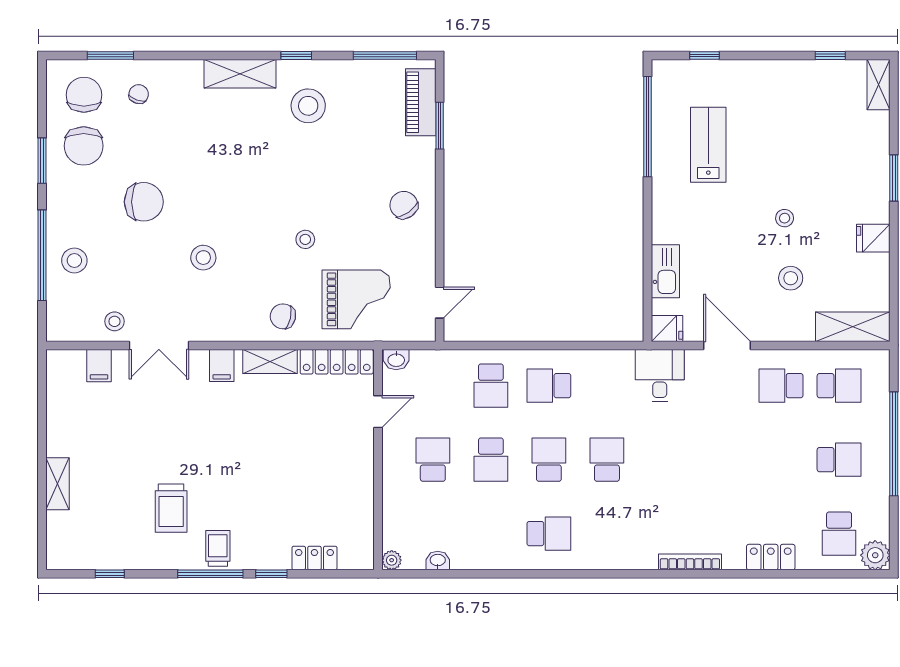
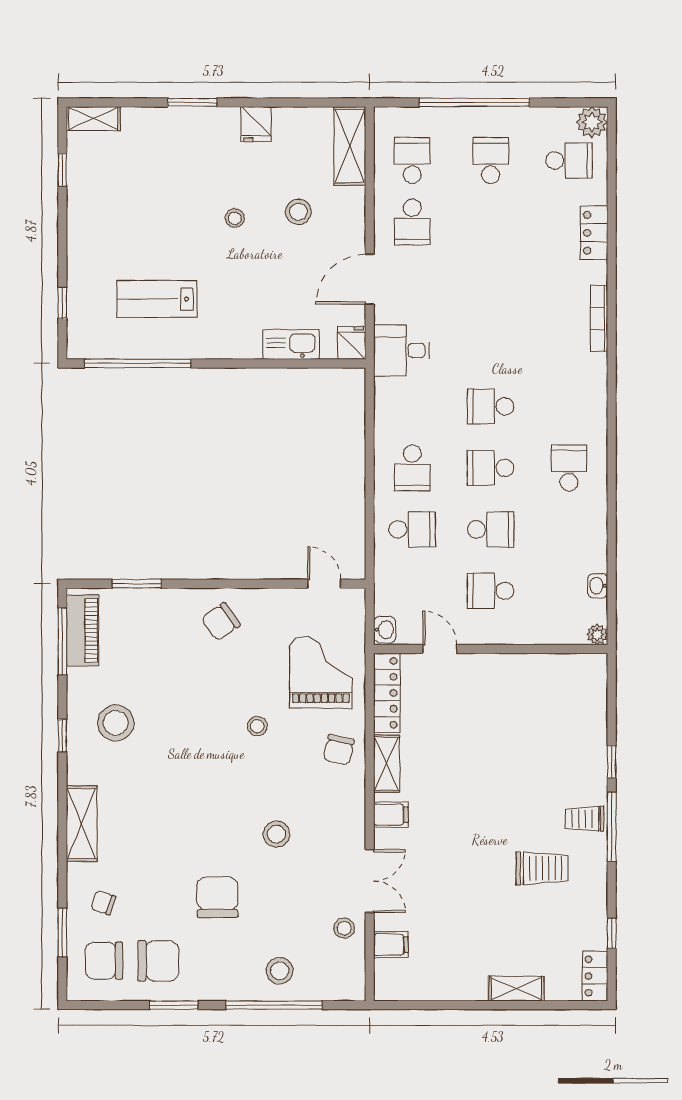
shelving: (240, 74) -> (82, 824), moved
piano: (421, 102) -> (82, 630), moved, turned -90
locker: (314, 558) -> (595, 976), moved

